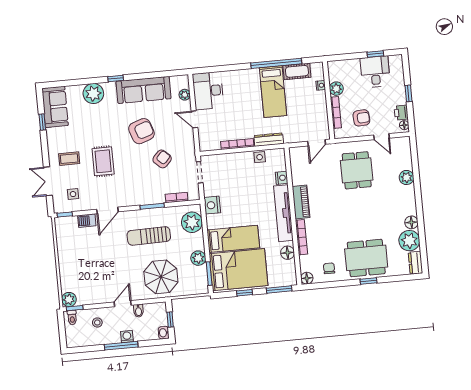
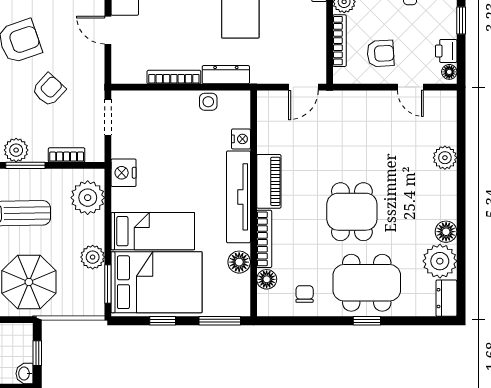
dining table: (357, 170) -> (352, 212), moved
plant: (146, 198) -> (16, 150), added
floor lamp: (307, 278) -> (267, 279), moved

